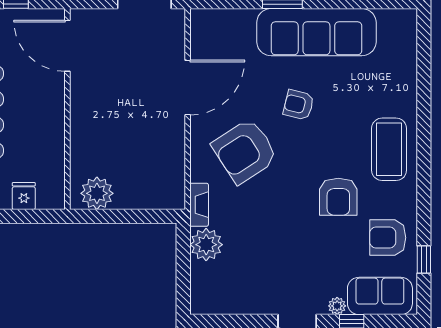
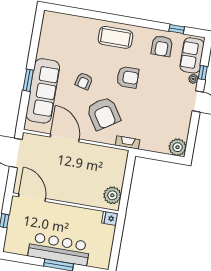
sofa: (316, 32) -> (43, 91), moved
door: (67, 46) -> (32, 198), swing flipped
fridge: (24, 196) -> (110, 218), moved
armchair: (338, 197) -> (128, 77), moved
plant: (206, 245) -> (178, 147), moved

